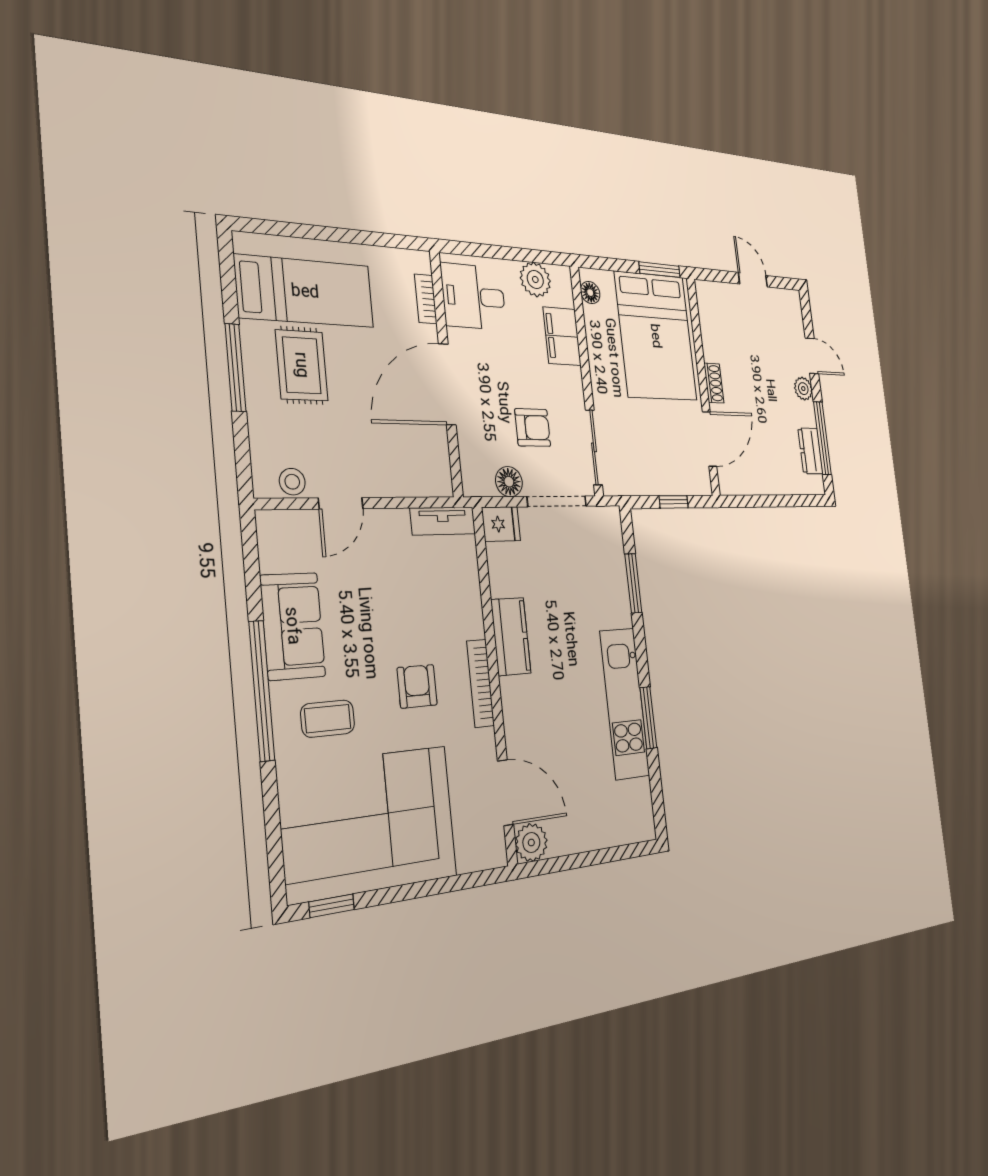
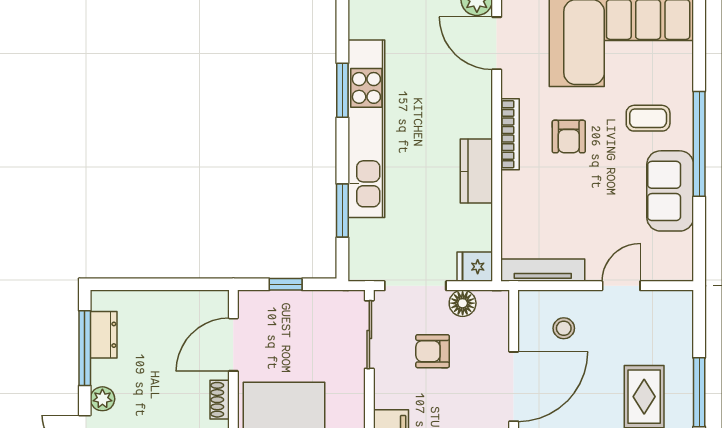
stool: (292, 482) -> (564, 328), moved
tv unit: (443, 521) -> (543, 270), width x1.41
kitchen unit: (625, 703) -> (366, 129), width x1.36

